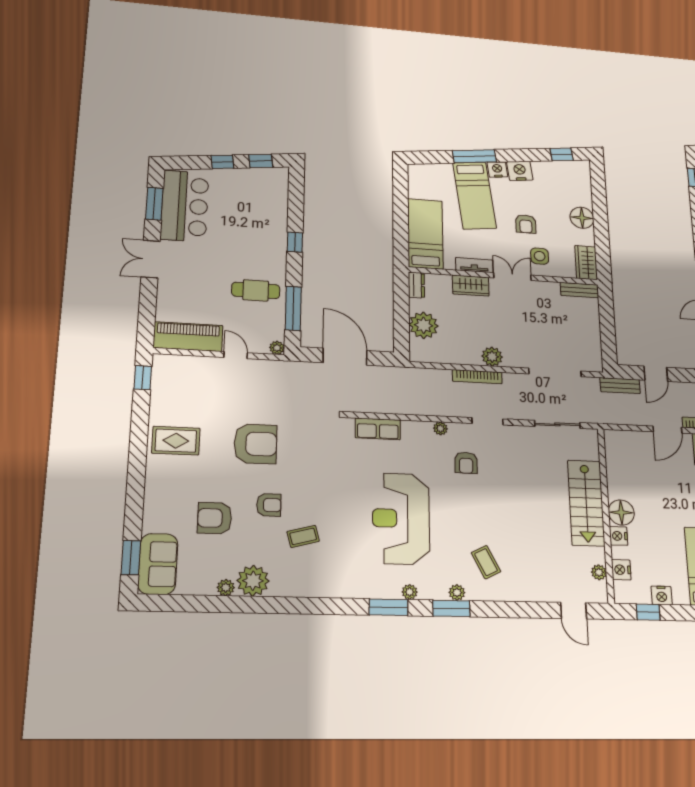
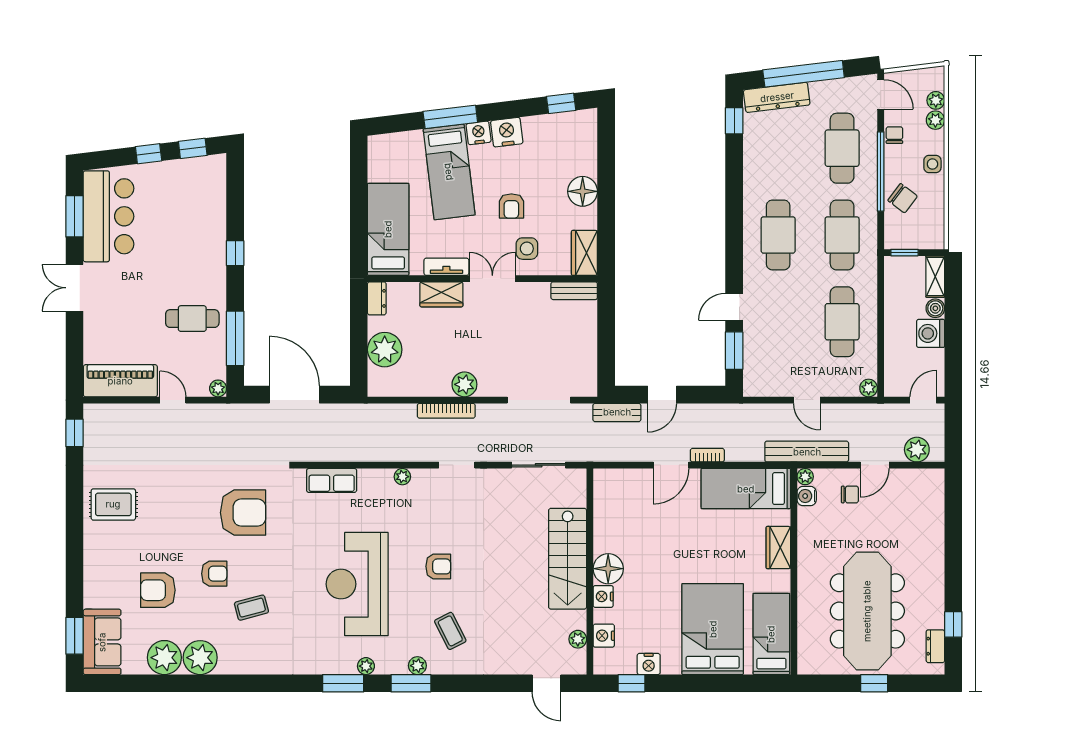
armchair: (255, 444) -> (243, 513), moved
armchair: (466, 463) -> (438, 566), moved, turned -91
plant: (226, 588) -> (164, 658), width x1.88, depth x1.88

